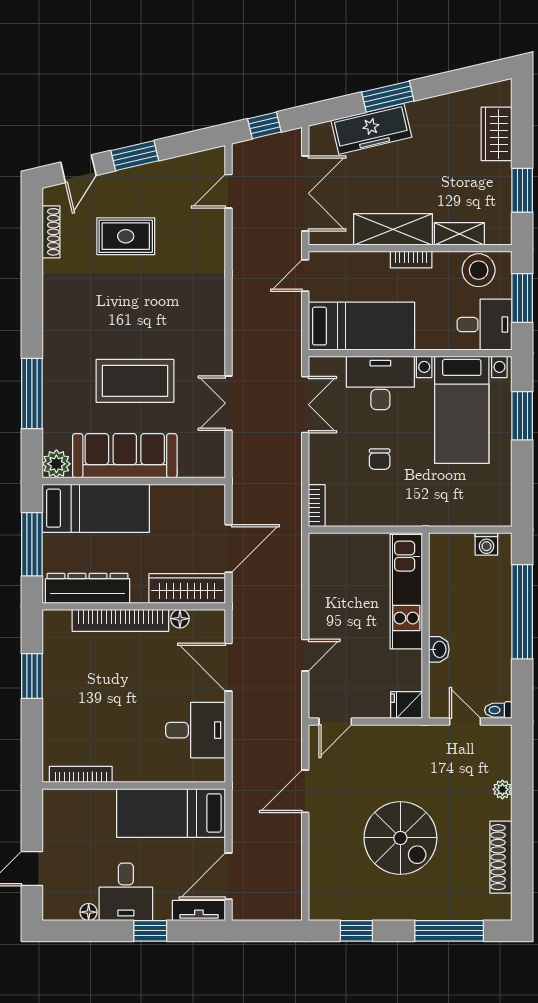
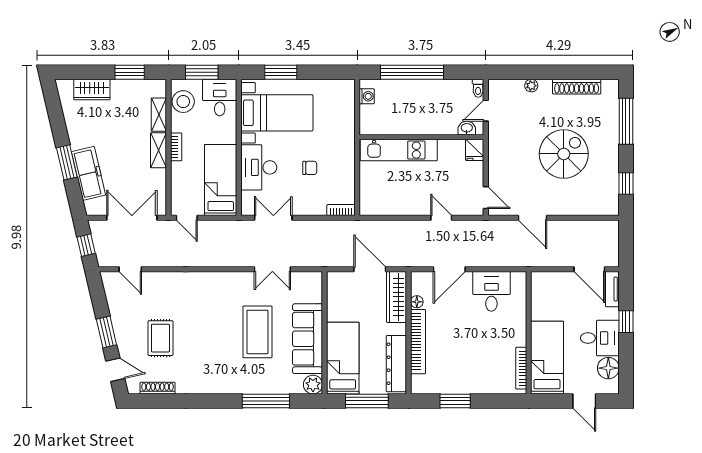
shelving: (393, 229) -> (158, 150), width x0.67, depth x0.75
washbasin: (439, 649) -> (467, 128), moved
bed: (171, 813) -> (547, 358), moved, turned 180
floor lamp: (89, 912) -> (608, 368), width x1.89, depth x1.89

